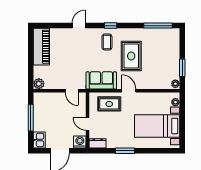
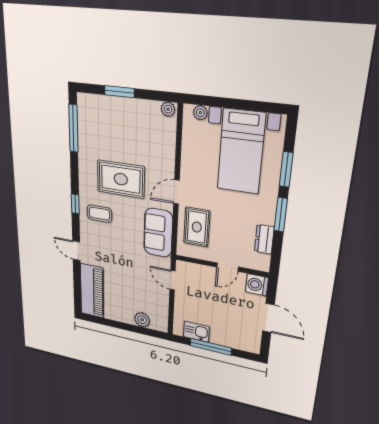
piano: (41, 47) -> (92, 291), moved, turned 90
window: (182, 68) -> (119, 92), moved
plant: (39, 84) -> (142, 320), moved
door: (72, 91) -> (173, 280), swing flipped
kitchen sink: (39, 140) -> (196, 332), moved
dresser: (98, 143) -> (264, 239), moved
window: (151, 151) -> (286, 169), added

